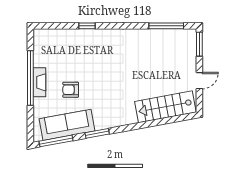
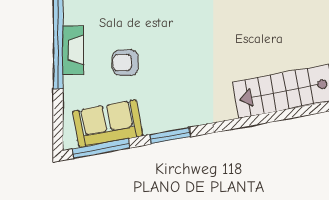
sofa: (67, 125) -> (108, 124), width x0.73

